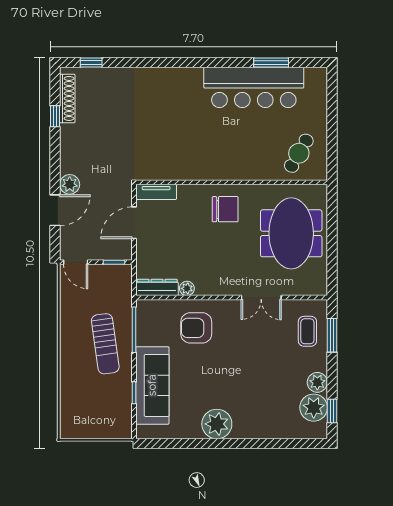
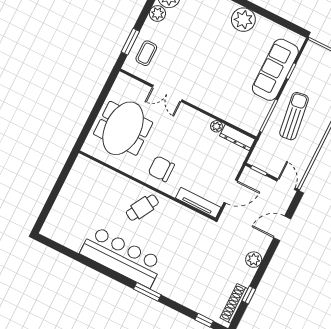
window: (271, 62) -> (147, 292), moved
bar counter: (254, 87) -> (122, 257), moved
cafe table: (299, 153) -> (142, 208), moved
plant: (70, 184) -> (254, 260), moved
tv unit: (156, 192) -> (198, 203), width x1.41
double door: (261, 298) -> (167, 93), swing flipped
armchair: (196, 328) -> (224, 95), removed

